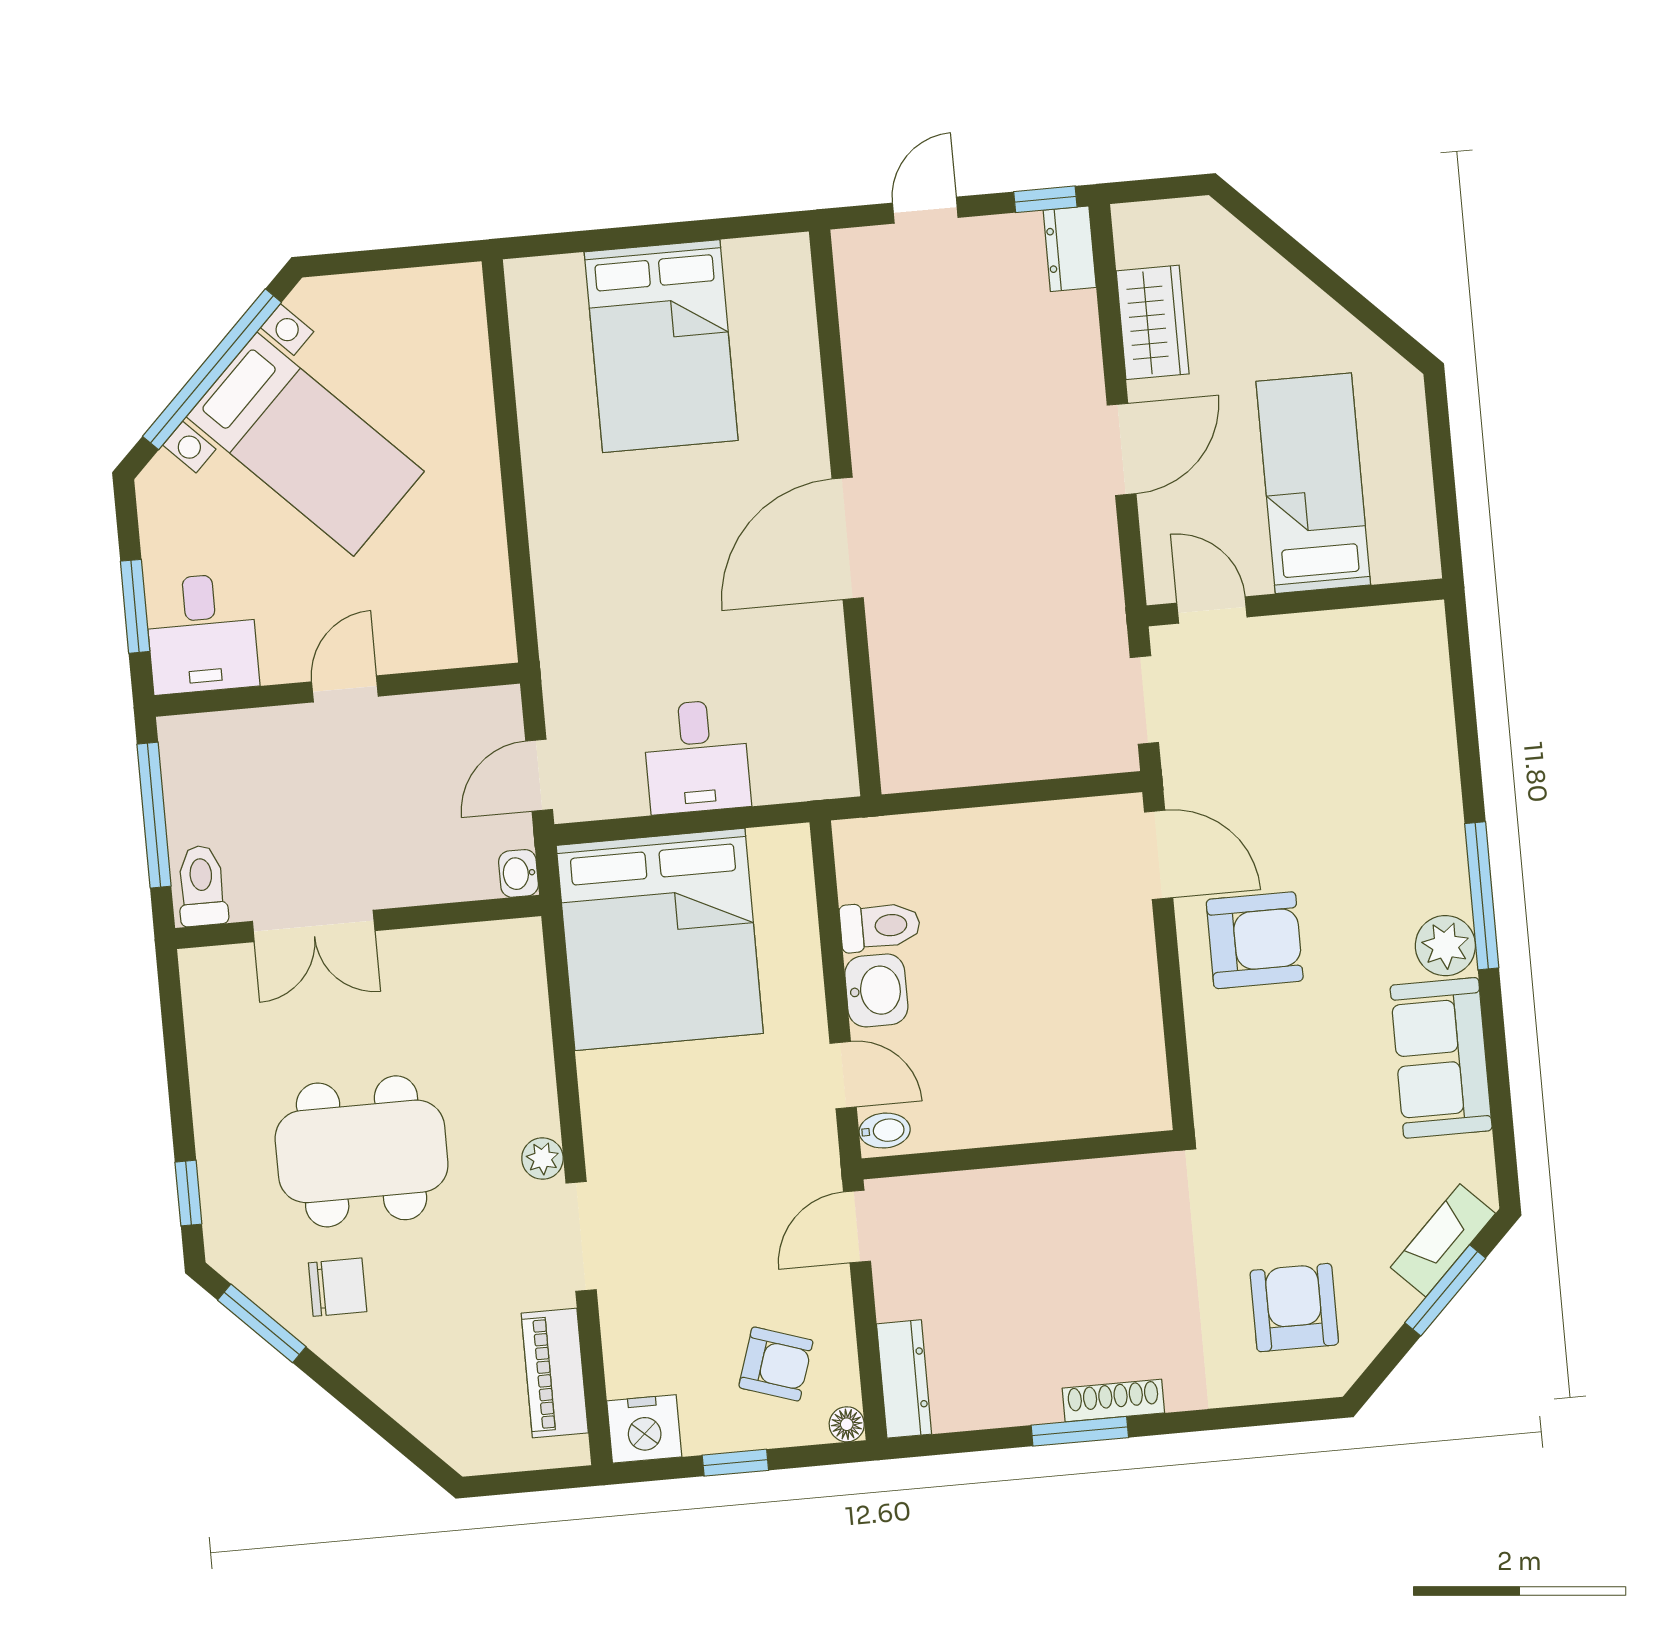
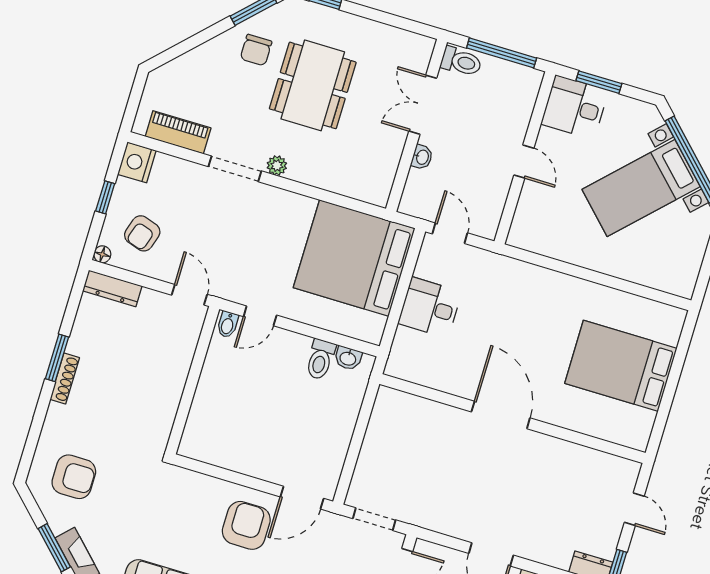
washbasin: (518, 873) -> (422, 157), moved, turned 90
armchair: (1255, 940) -> (246, 525), turned 180
washbasin: (876, 990) -> (348, 358), moved, width x0.72, depth x0.69

